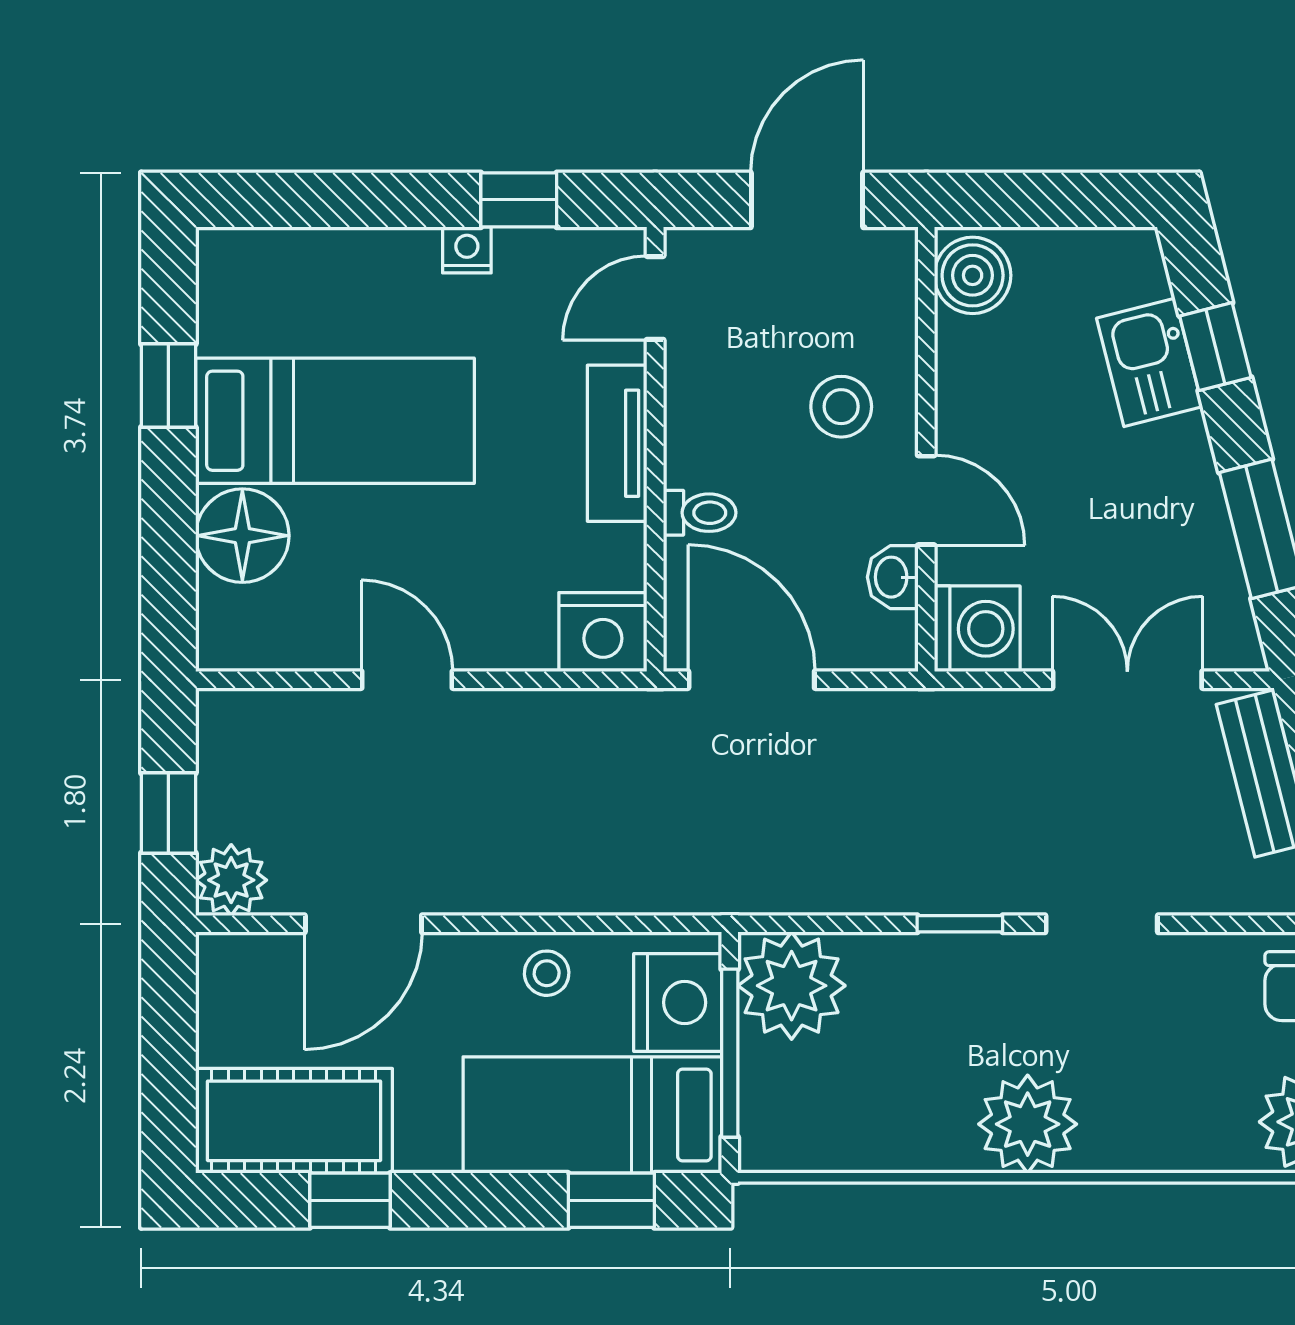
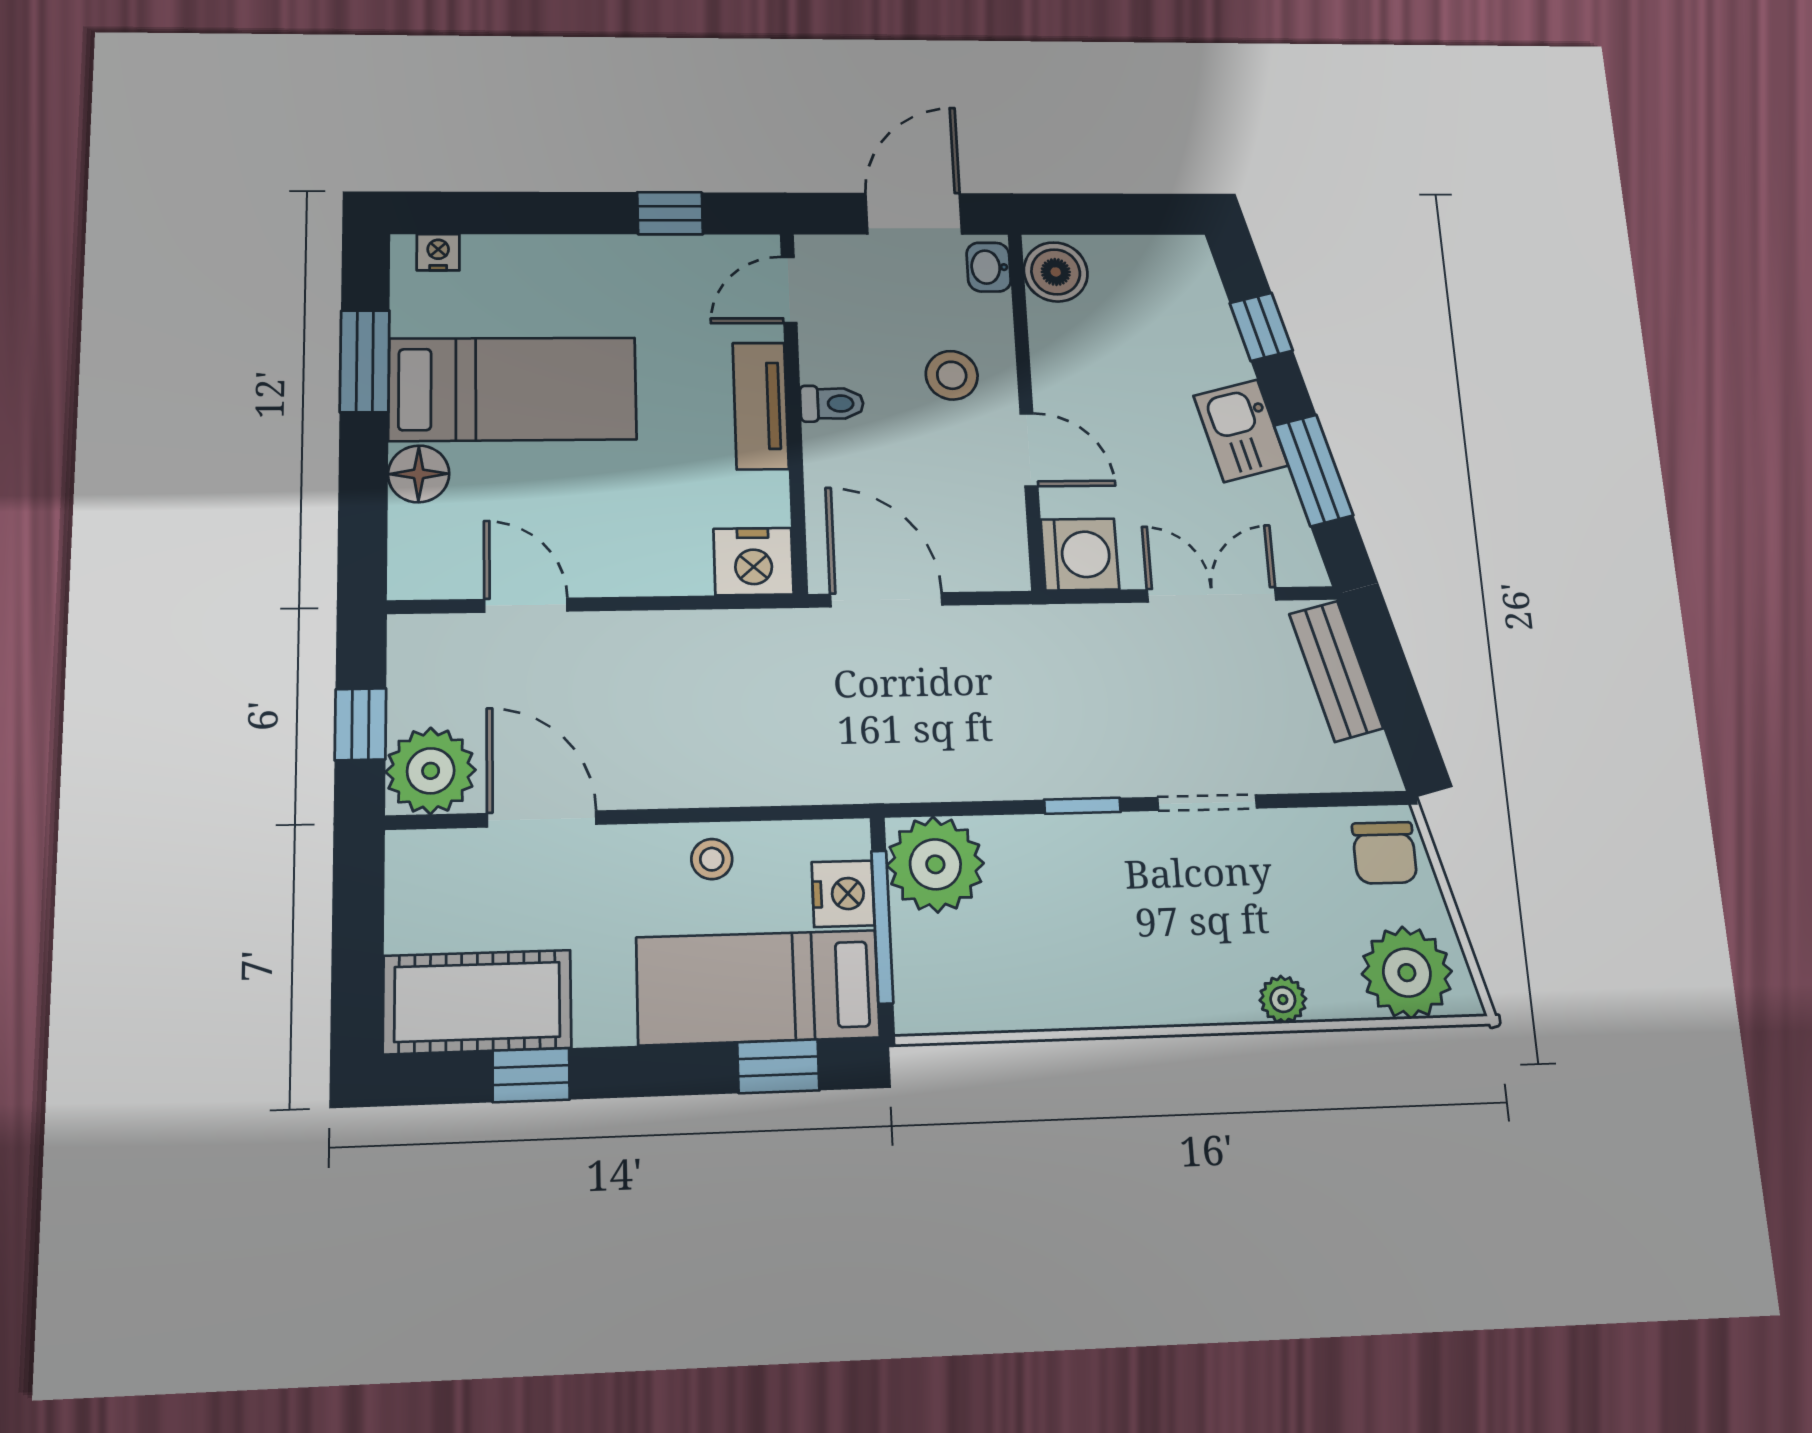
nightstand: (467, 250) -> (438, 252), moved
kitchen sink: (1150, 362) -> (1241, 431), moved
window: (168, 386) -> (365, 361), width x1.50
toilet: (700, 513) -> (832, 404), moved
floor lamp: (242, 536) -> (419, 474), width x0.73, depth x0.73
washbasin: (893, 577) -> (989, 267), moved
door: (407, 680) -> (526, 605), moved
plant: (231, 880) -> (431, 771), width x1.36, depth x1.36
door: (363, 924) -> (542, 819), swing flipped
nightstand: (678, 1002) -> (843, 894), width x0.74, depth x0.75
plant: (1028, 1124) -> (1283, 1000), moved, width x0.53, depth x0.53

